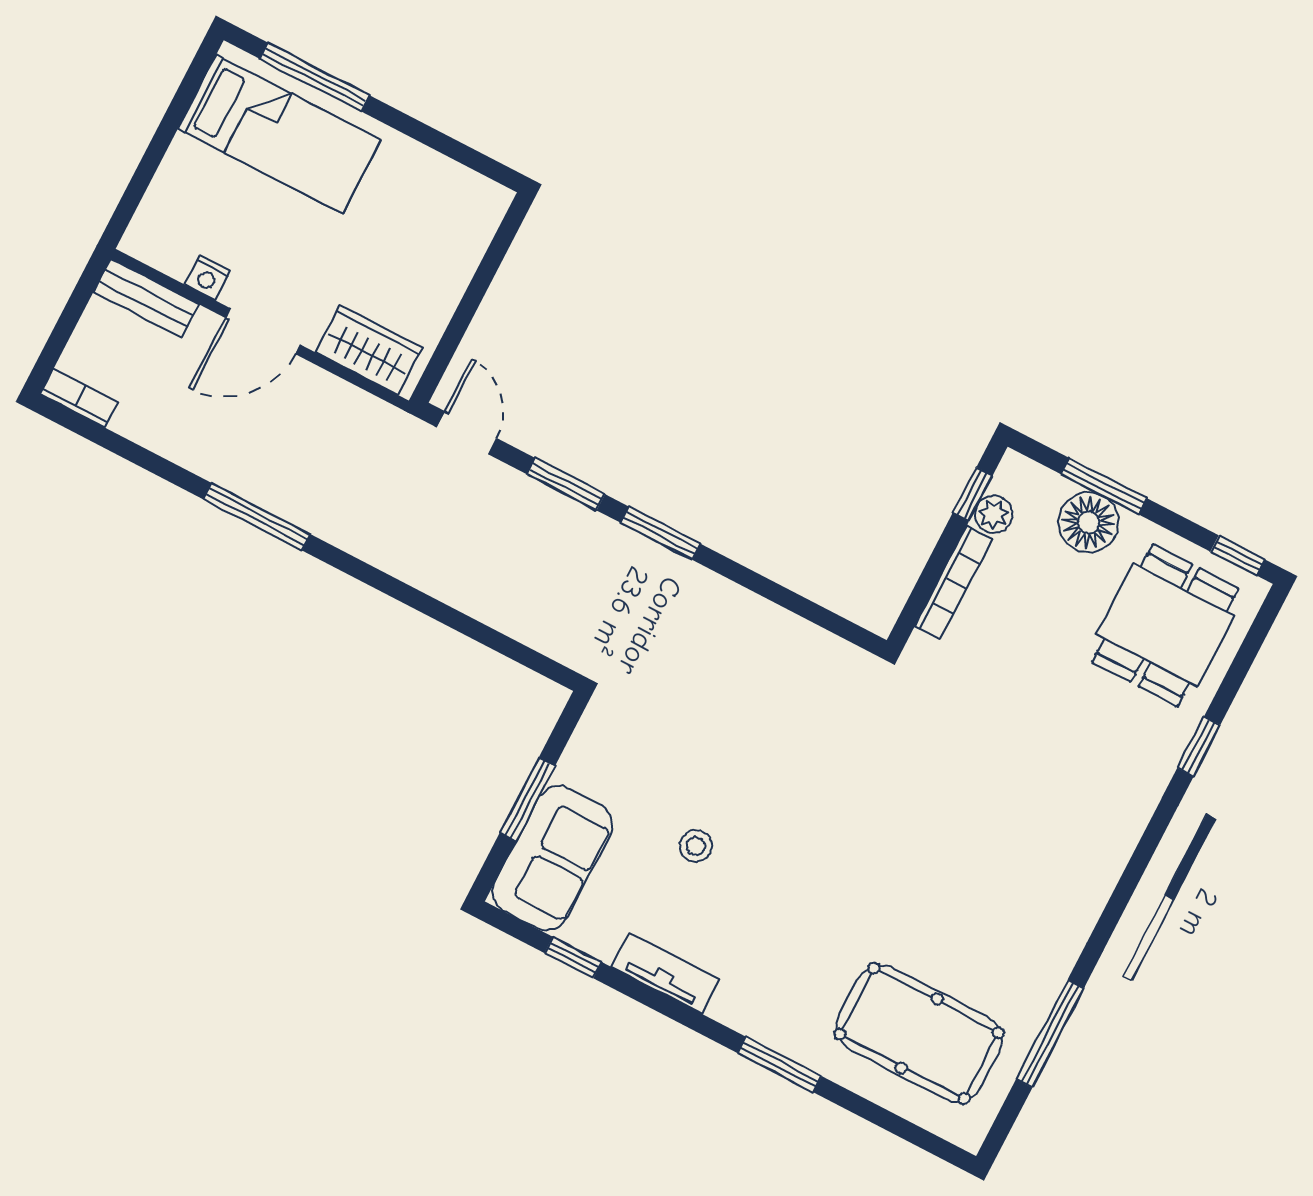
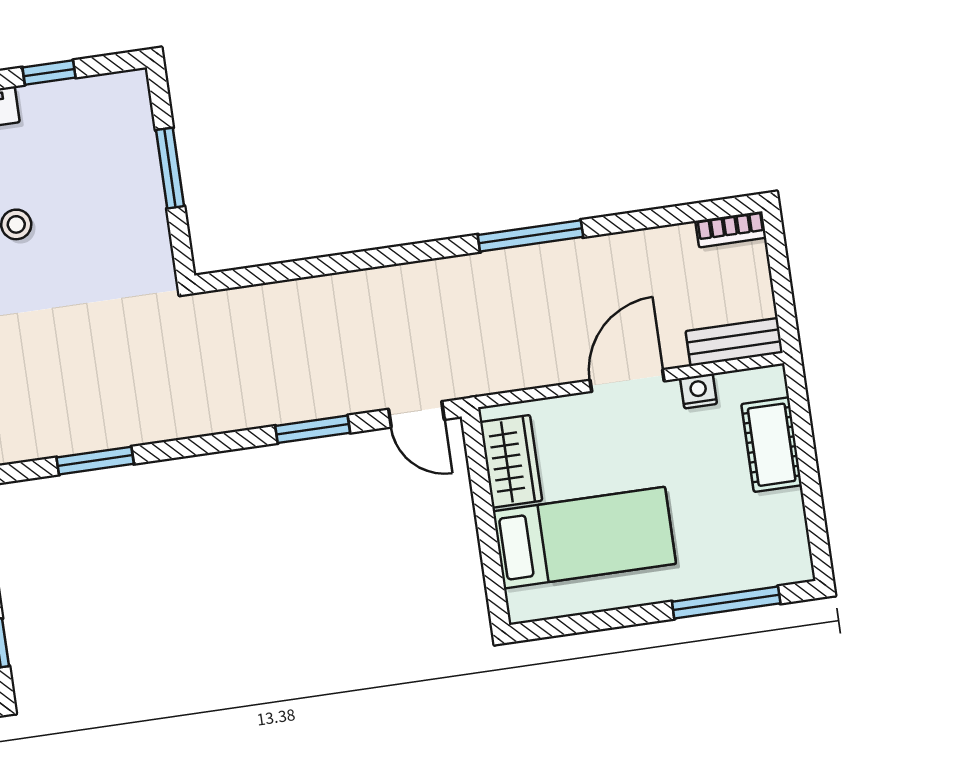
bed: (279, 134) -> (584, 538), moved, turned 180
cot: (177, 186) -> (772, 445), added
wardrobe: (369, 350) -> (511, 461), moved, turned -90
window: (661, 533) -> (95, 461), moved
sofa: (553, 858) -> (119, 137), removed

